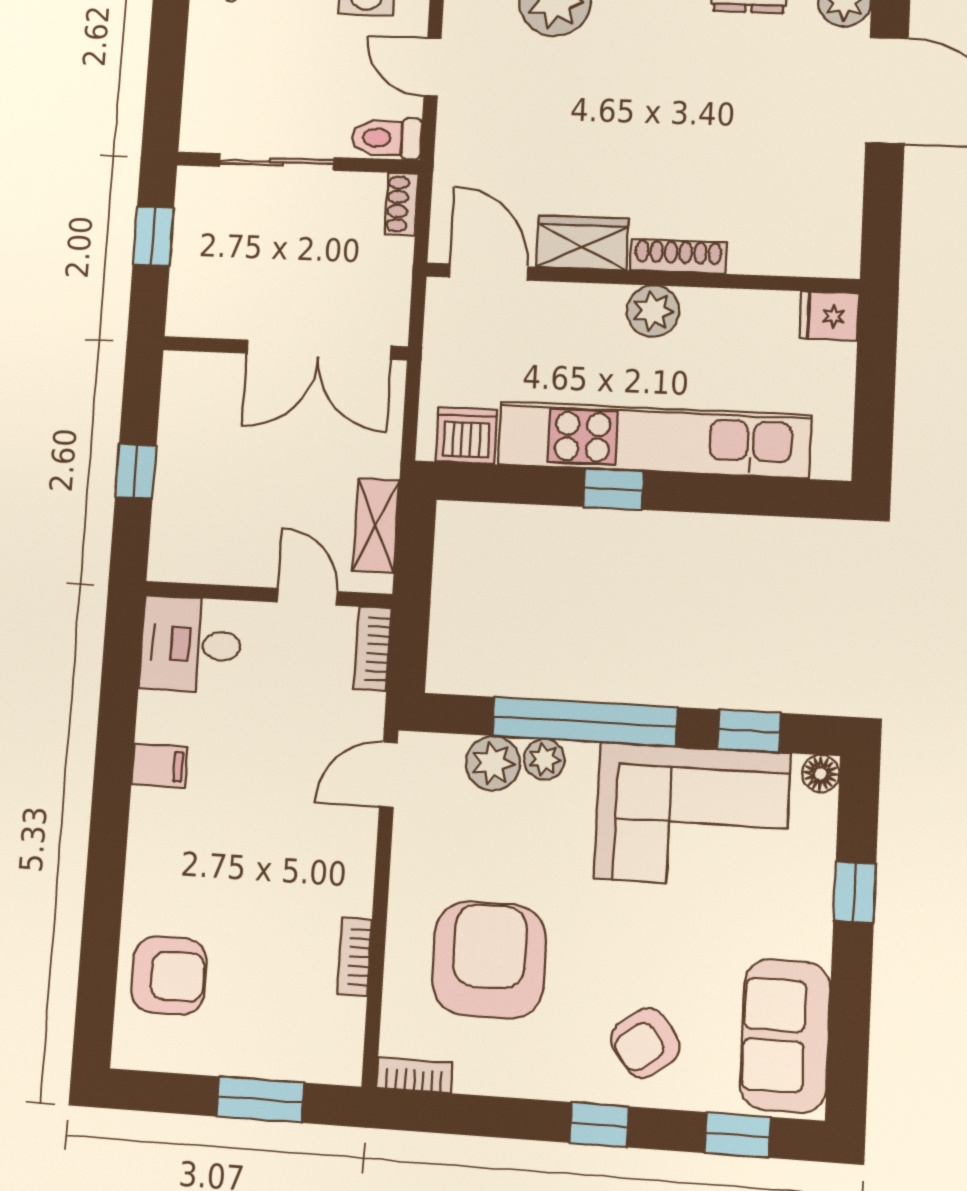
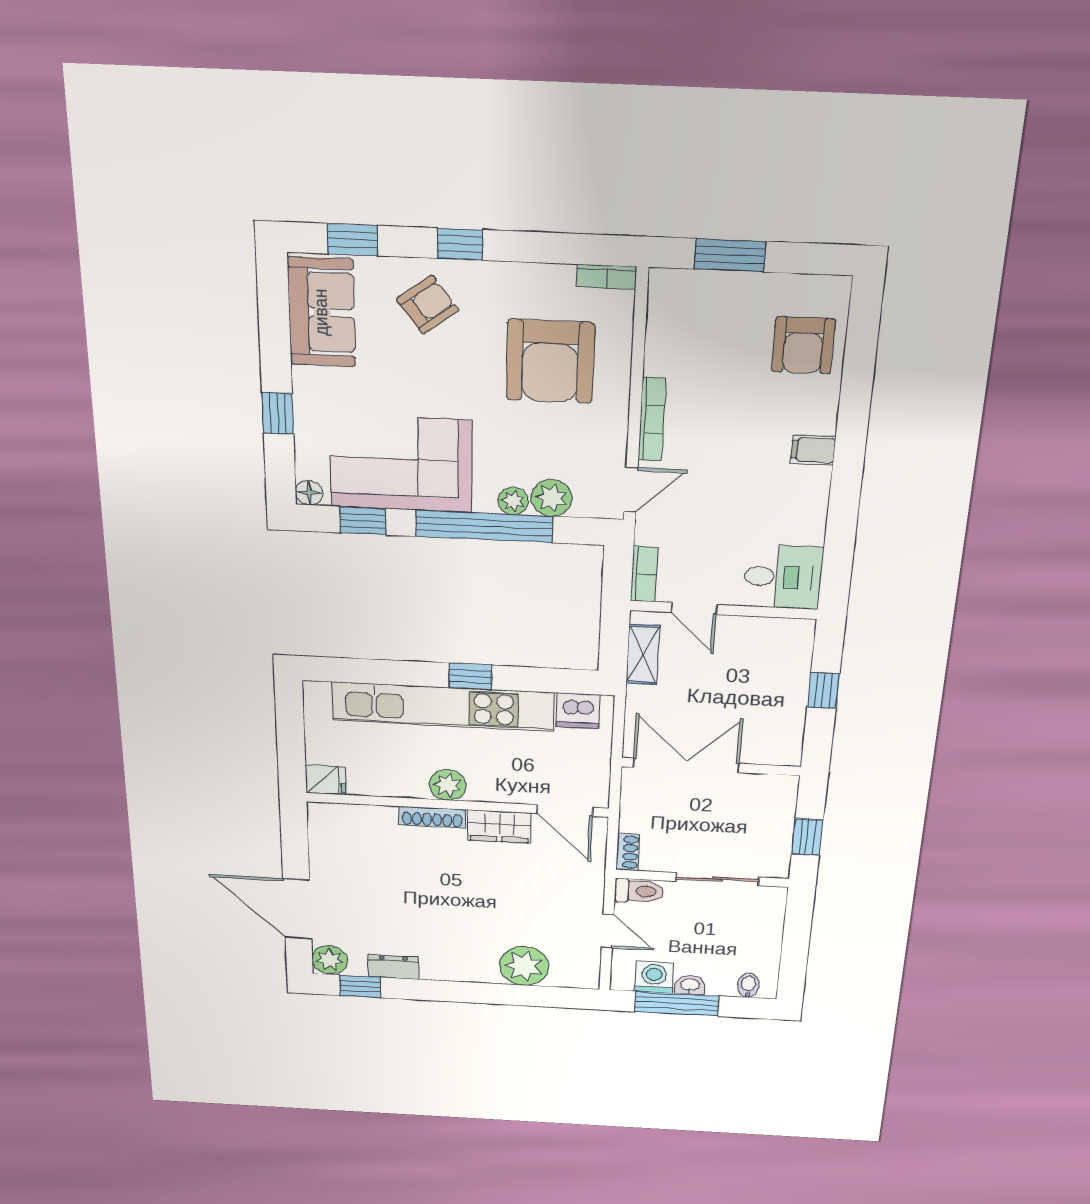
filing cabinet: (159, 766) -> (813, 450), moved
bookcase: (355, 957) -> (652, 419), moved, width x1.56
armchair: (169, 976) -> (803, 345), turned -90

